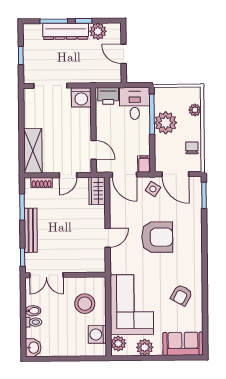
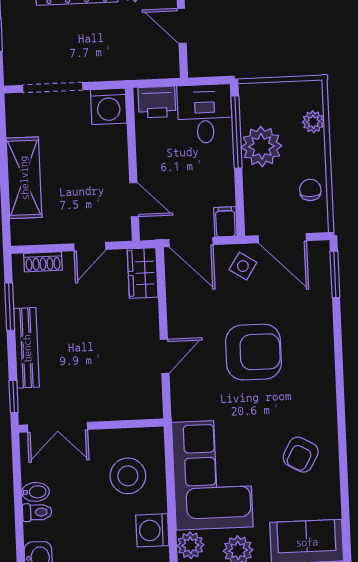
shelving: (33, 151) -> (24, 178), moved

